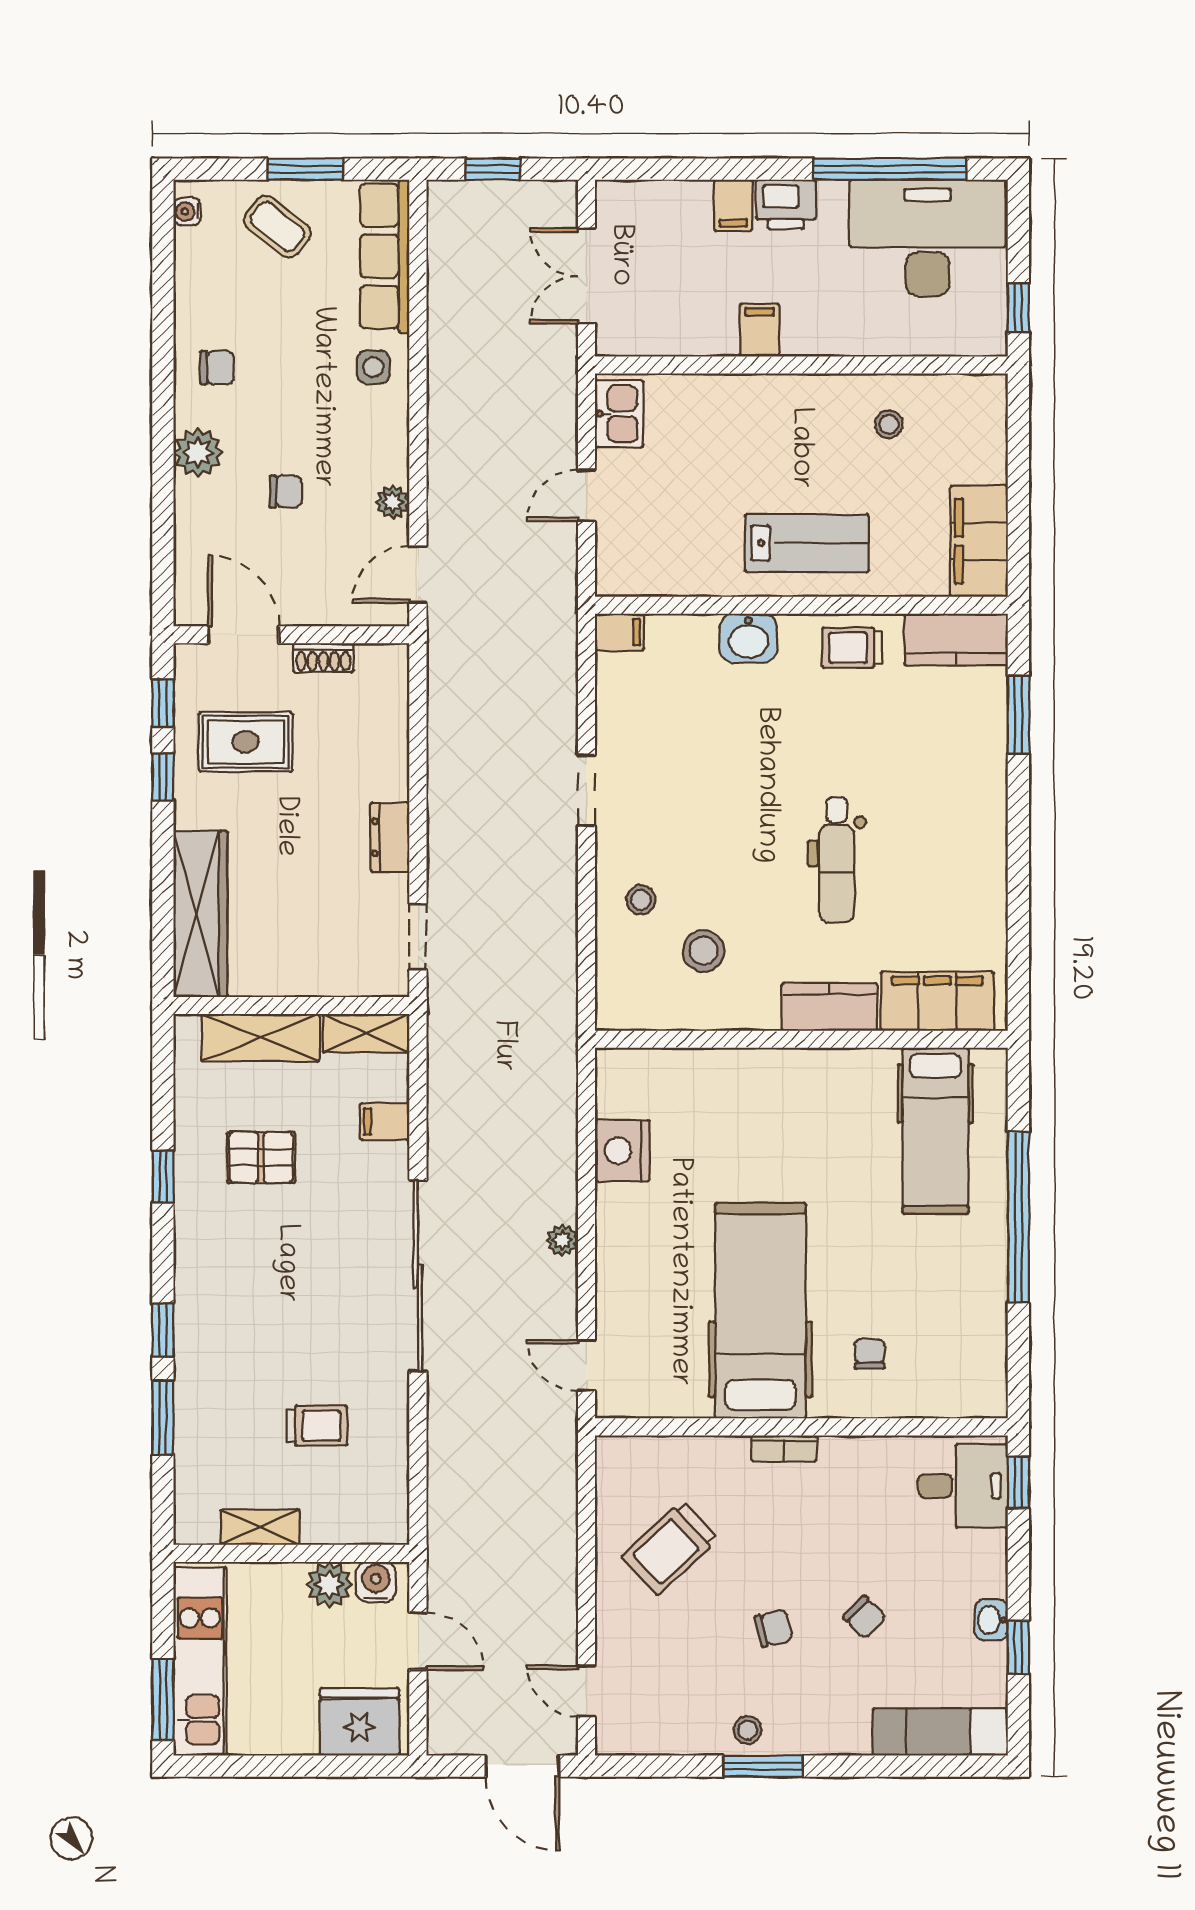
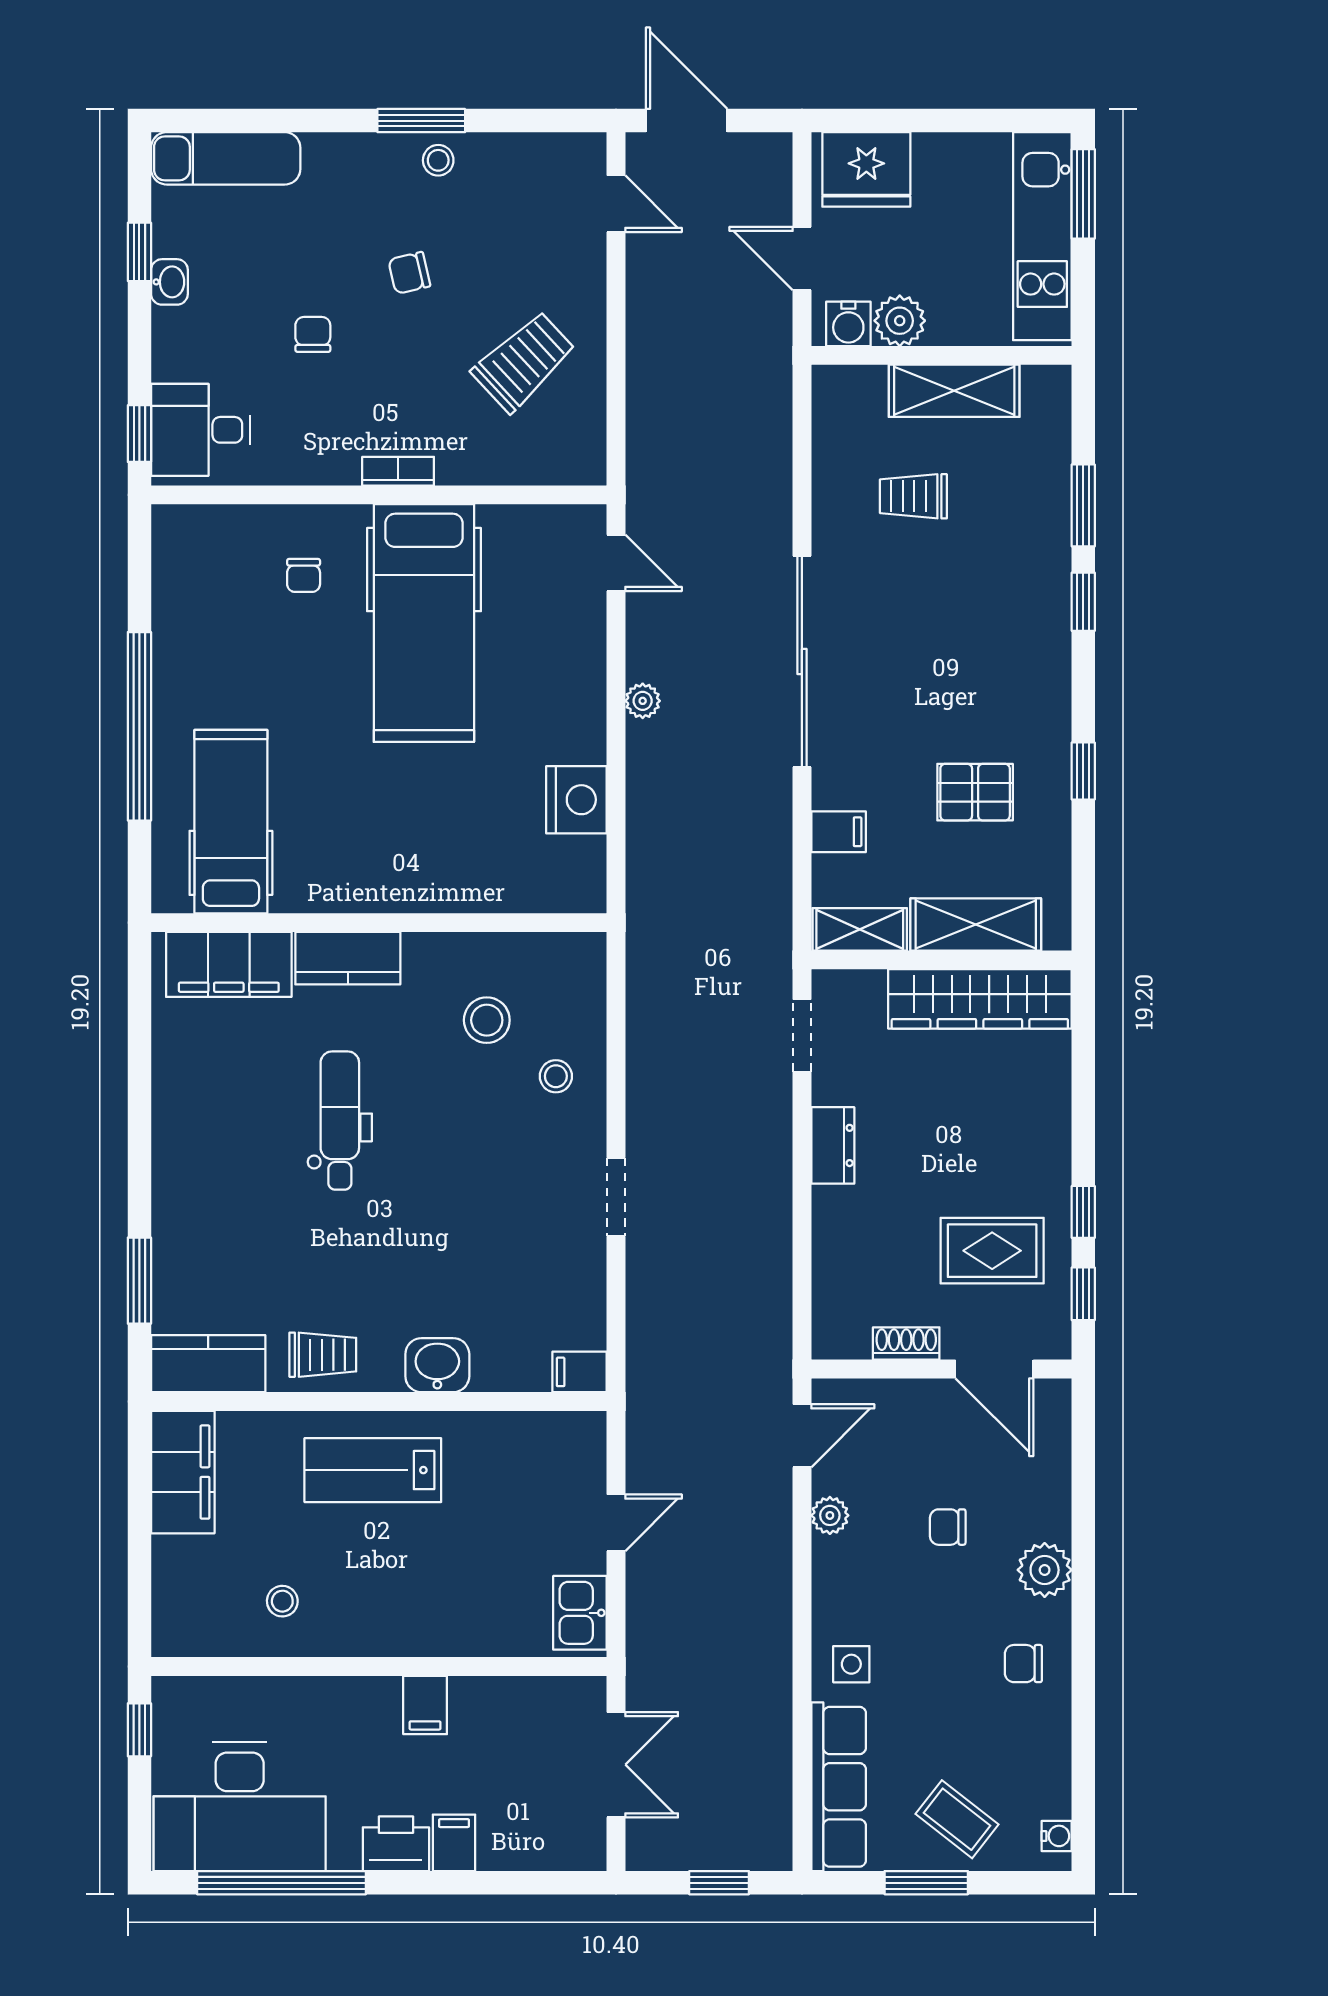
wardrobe: (200, 914) -> (980, 999), moved, turned -90
shelving: (260, 1527) -> (954, 391), width x1.50, depth x1.33
chair: (865, 1617) -> (313, 334), moved, turned 45

